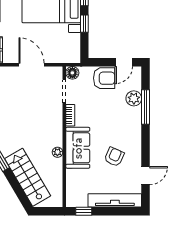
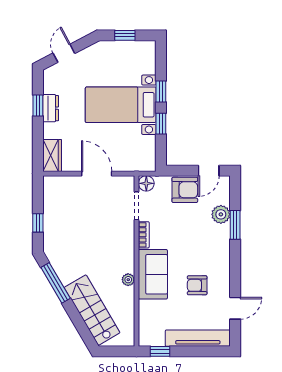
window: (146, 107) -> (235, 225), width x0.69
armchair: (114, 157) -> (197, 285), turned -114

